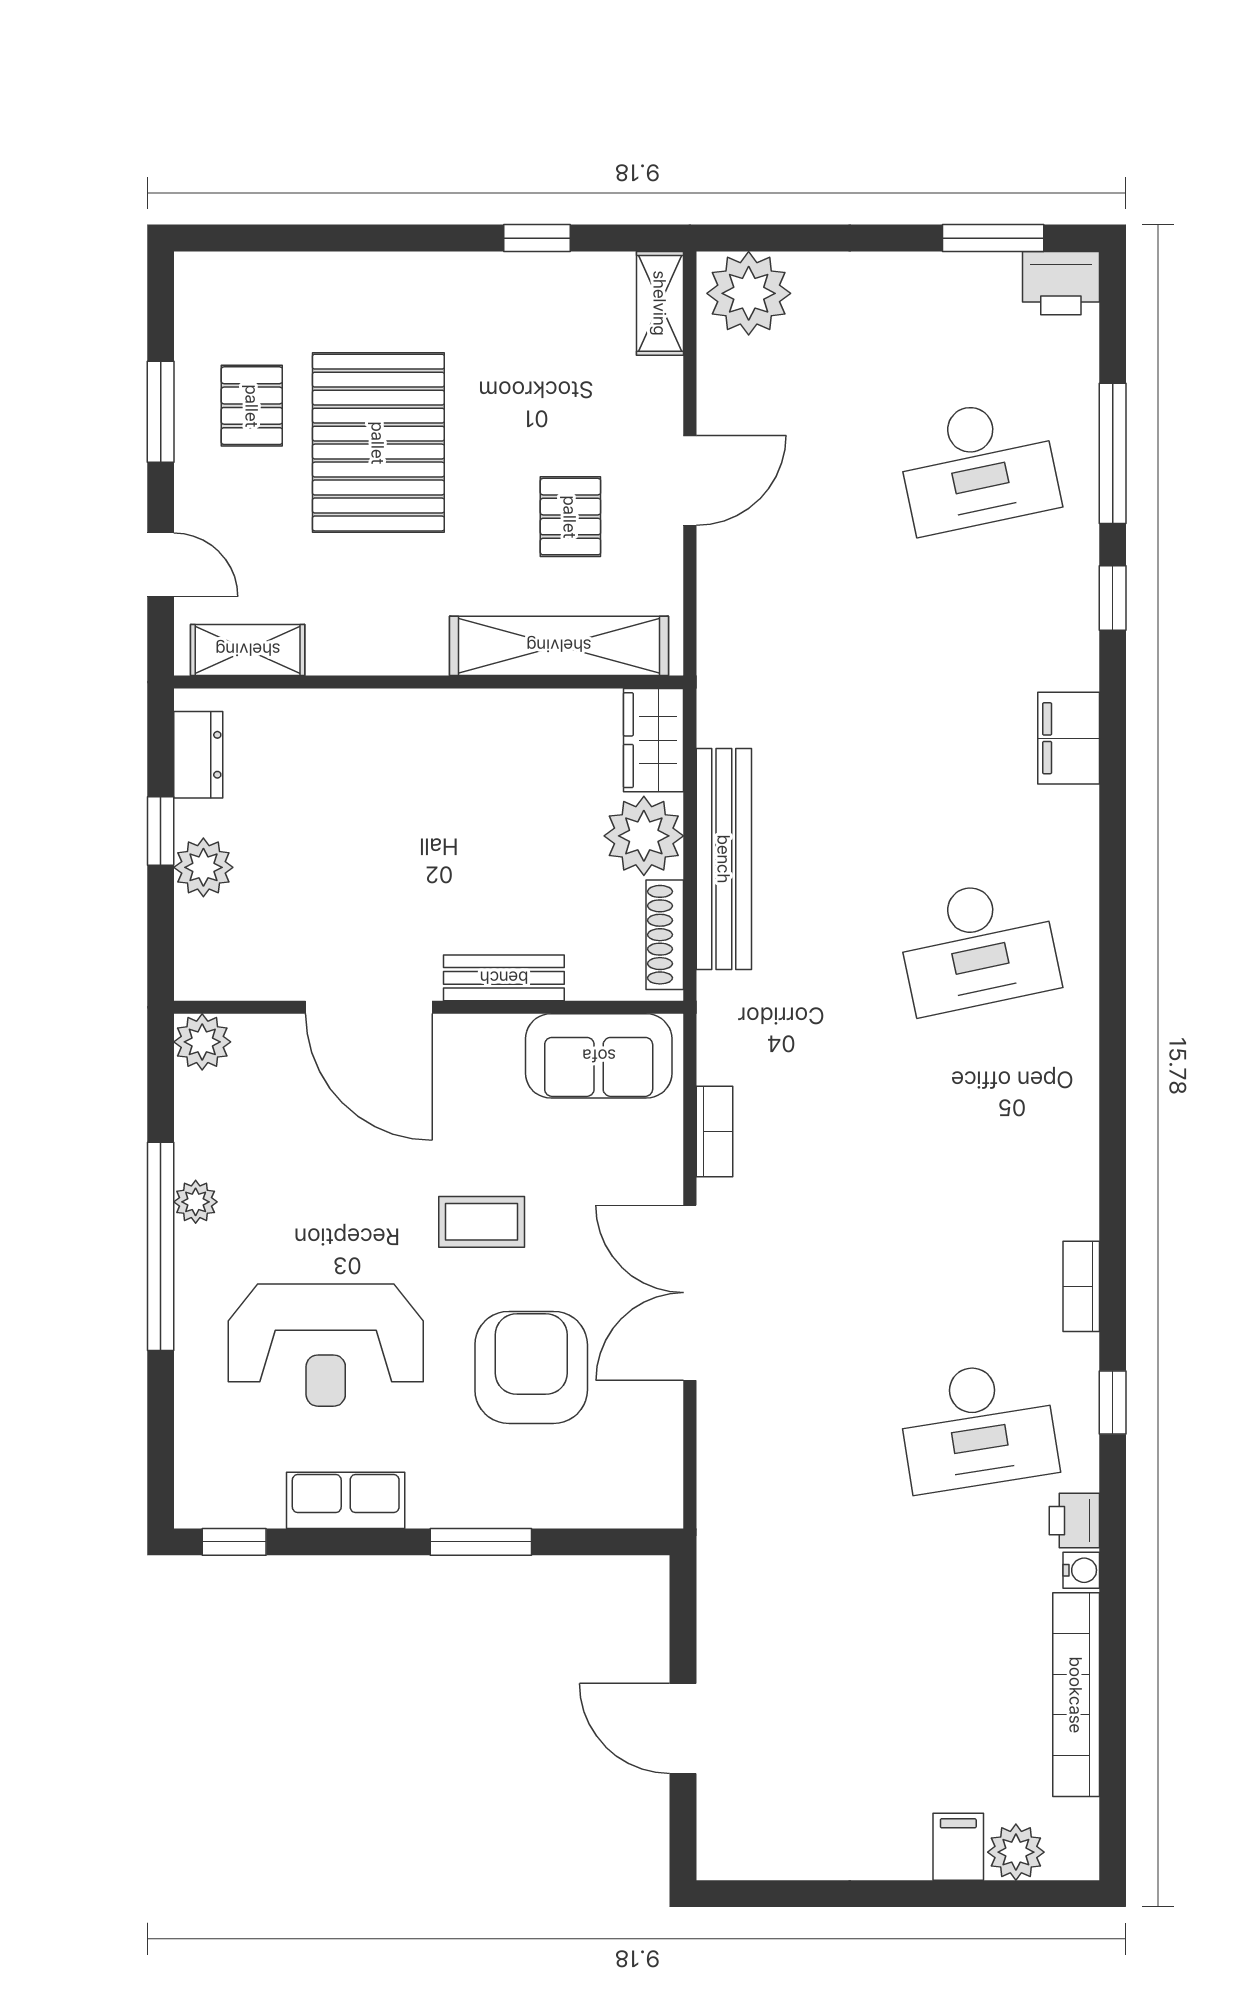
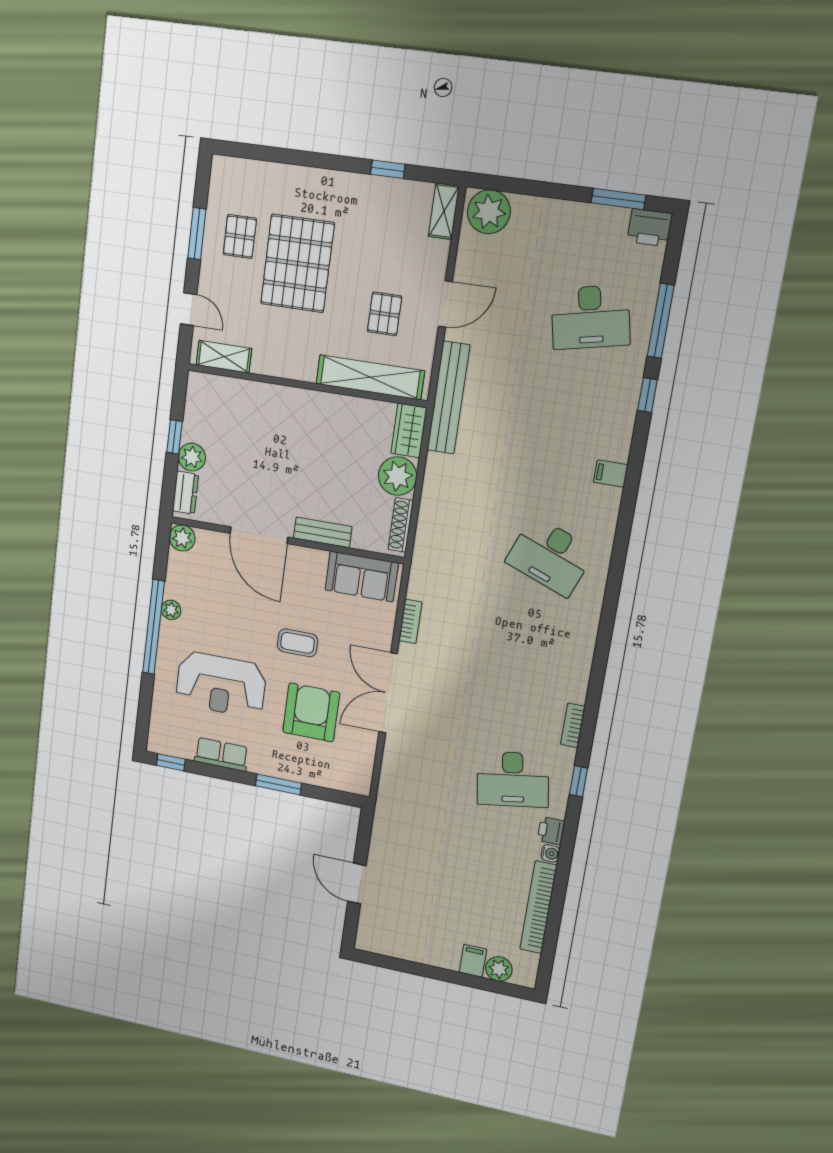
filing cabinet: (1069, 738) -> (611, 474), width x0.50
dresser: (198, 755) -> (185, 493), moved
bench: (724, 859) -> (448, 398), moved
desk: (978, 946) -> (550, 556), turned 33

